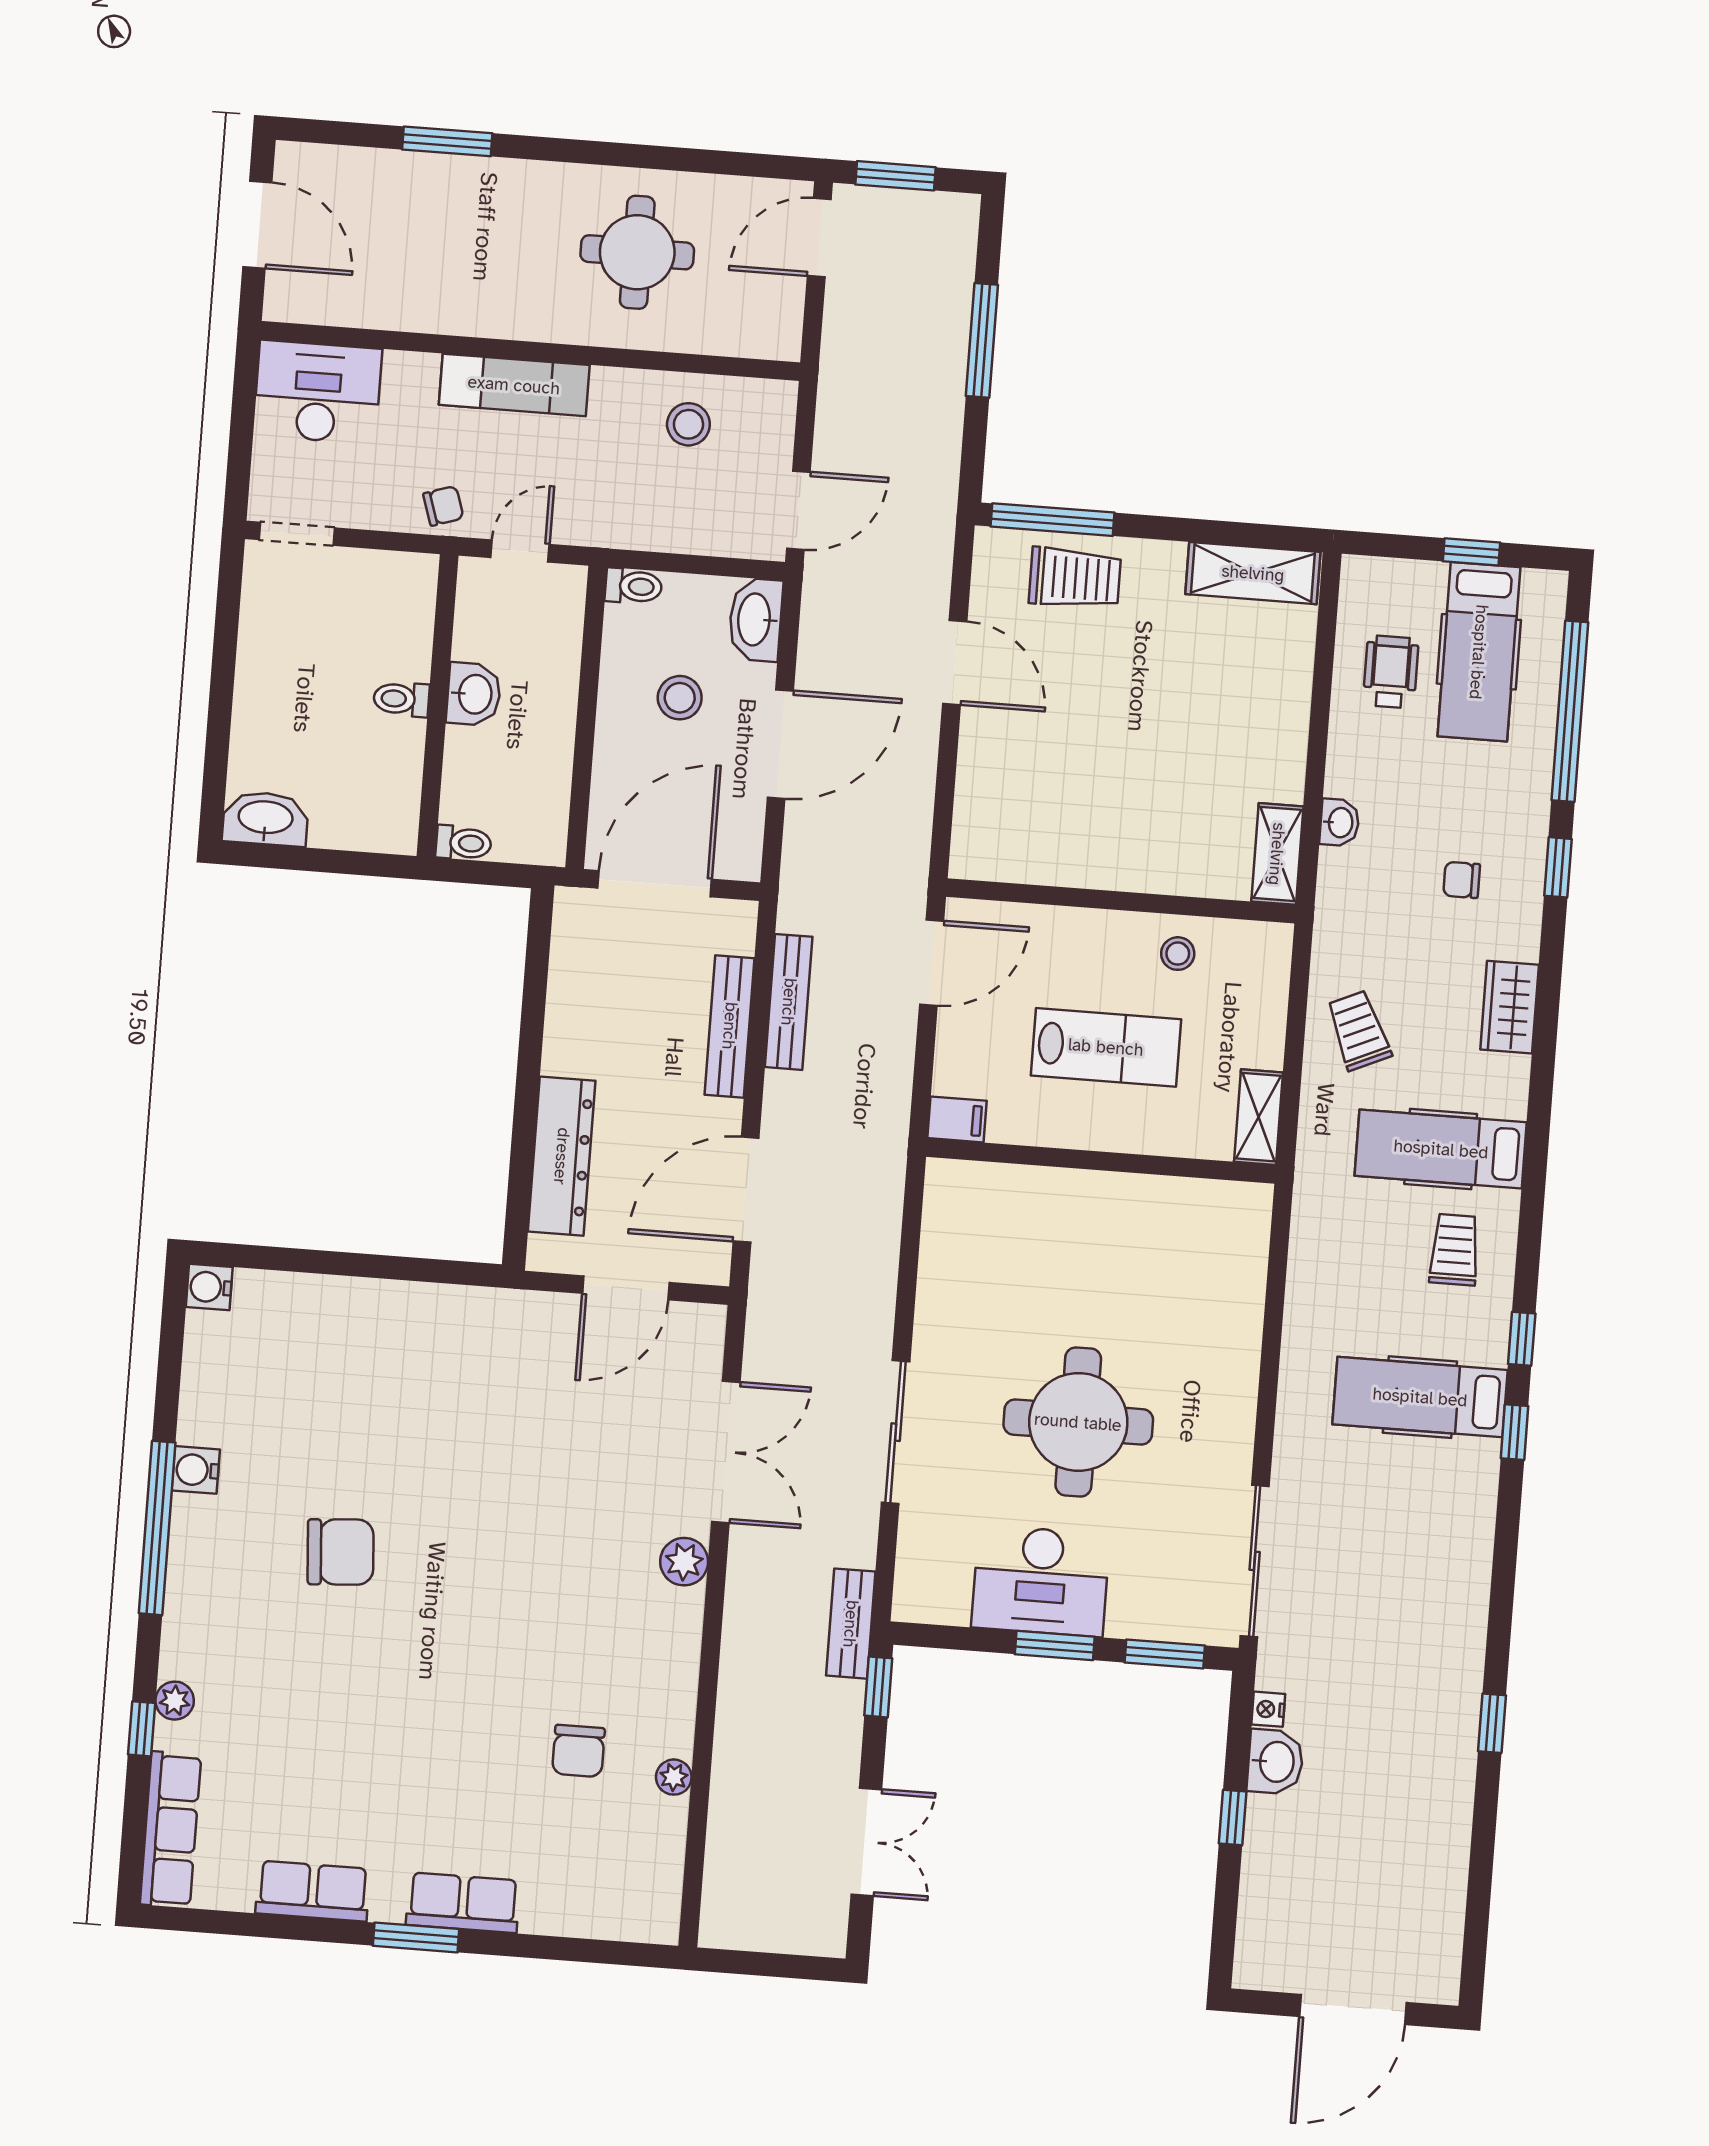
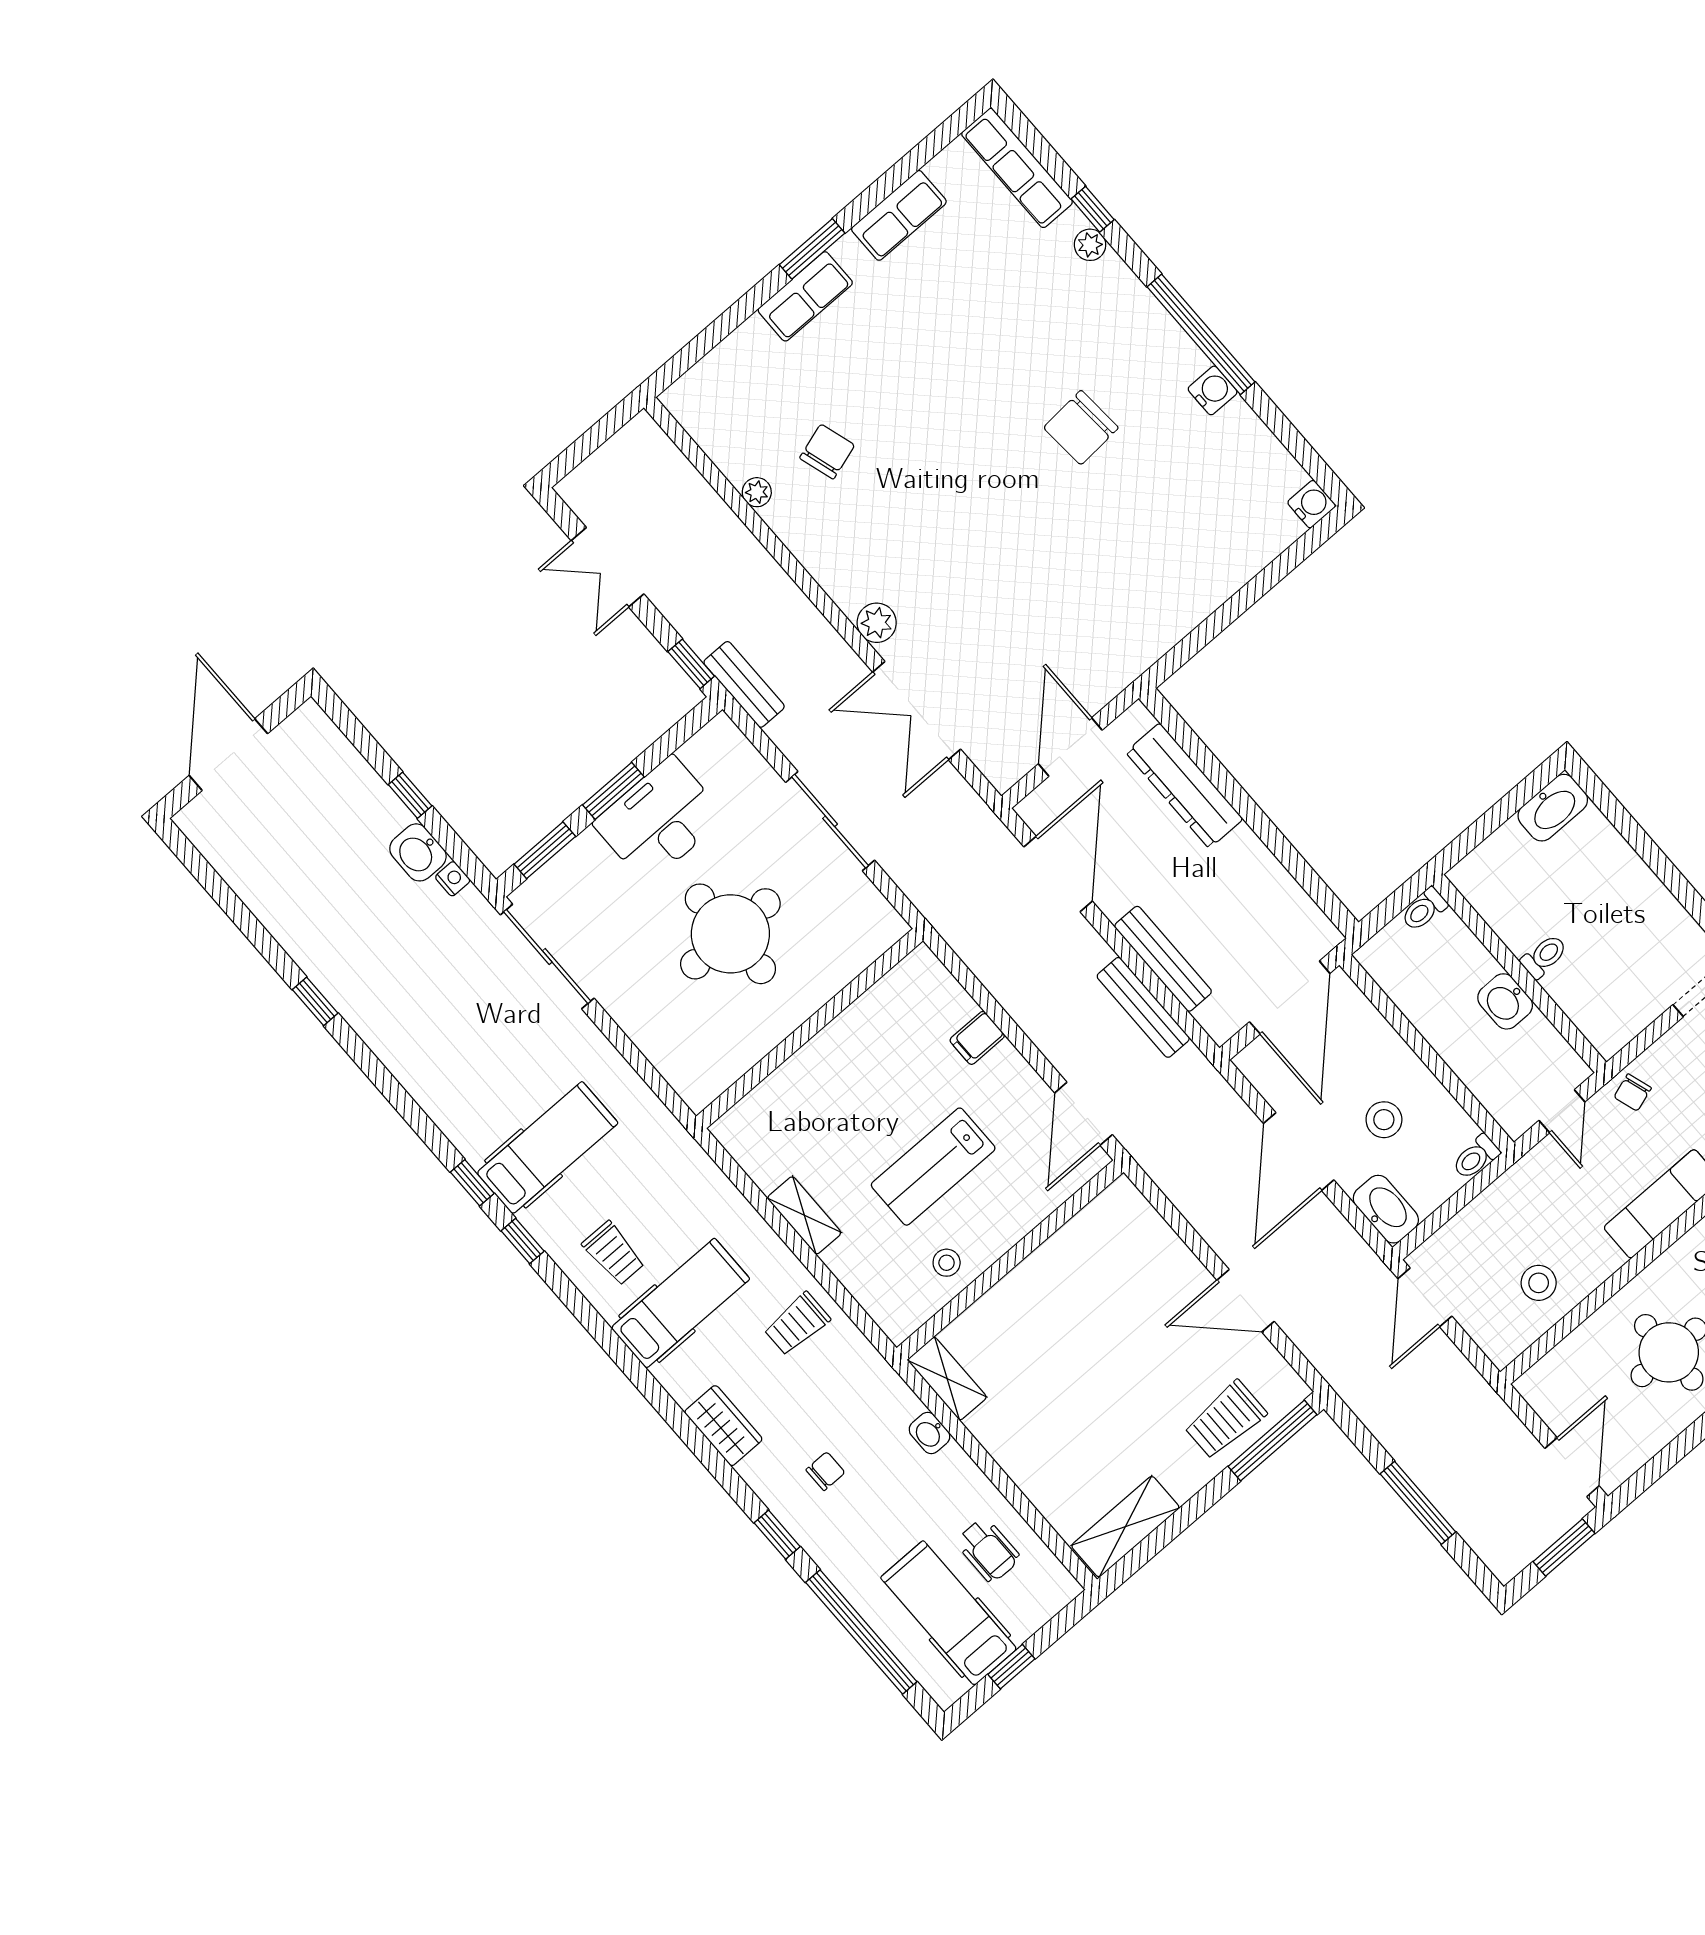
trolley: (1359, 1031) -> (797, 1324), turned 114
wall: (1101, 1161) -> (810, 1029), moved
chair: (578, 1751) -> (827, 452), turned 73

